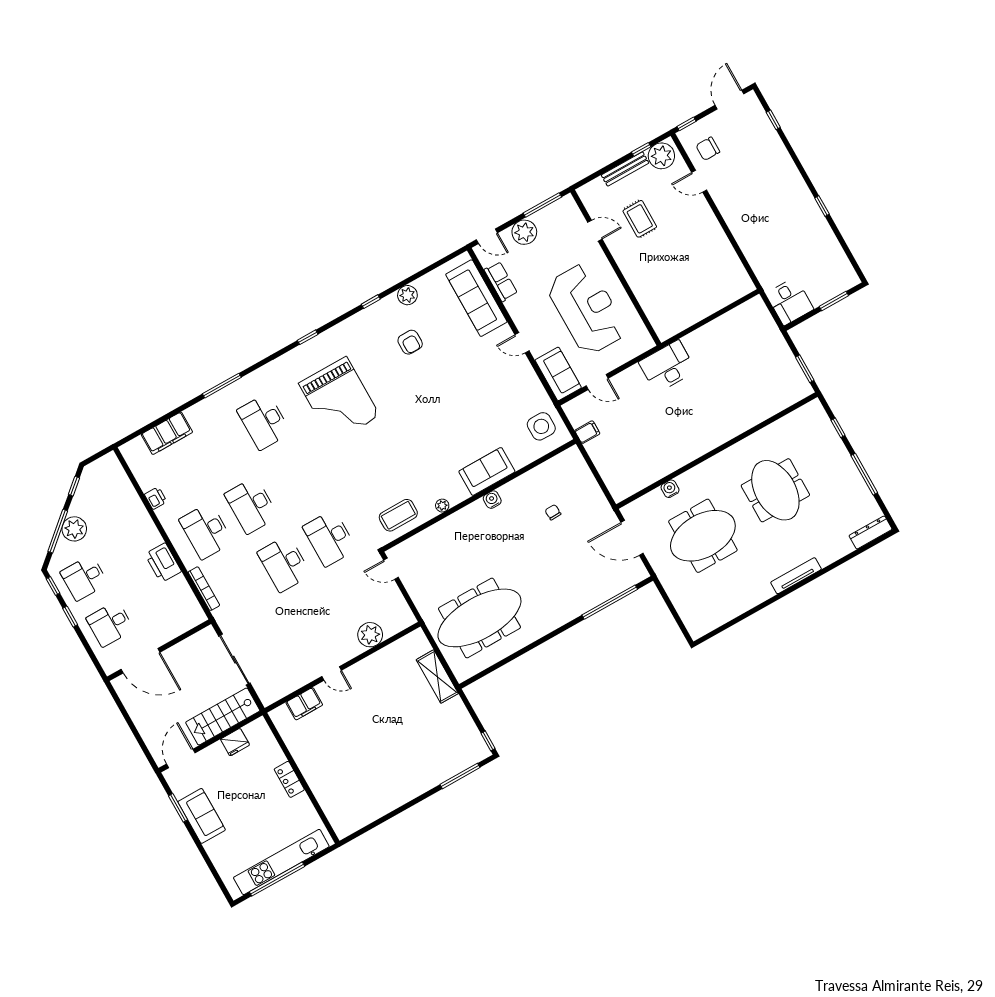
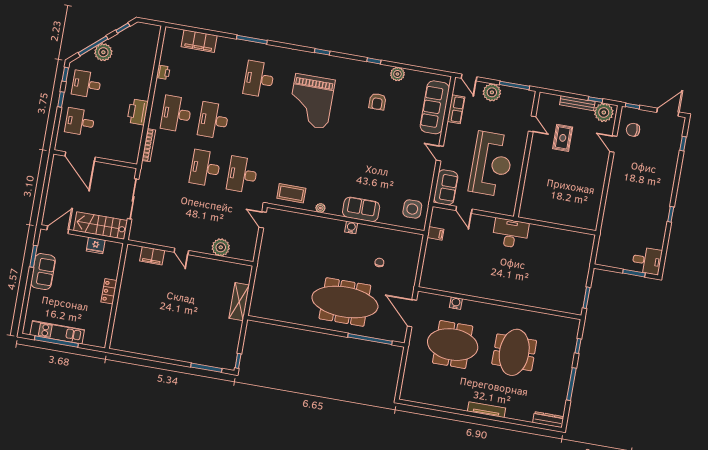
desk: (790, 301) -> (647, 261), moved, turned -90
meeting table: (479, 618) -> (345, 302), moved
kitchen unit: (281, 862) -> (57, 332), width x0.73

